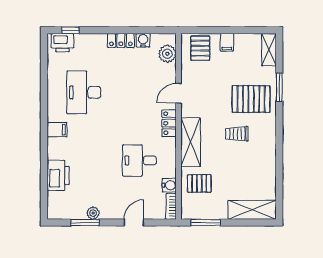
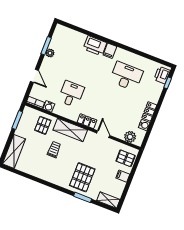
trolley: (237, 134) -> (54, 149), moved
printer: (58, 175) -> (95, 46), moved

